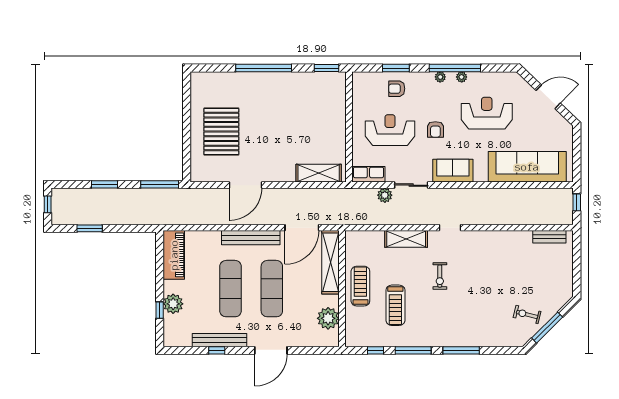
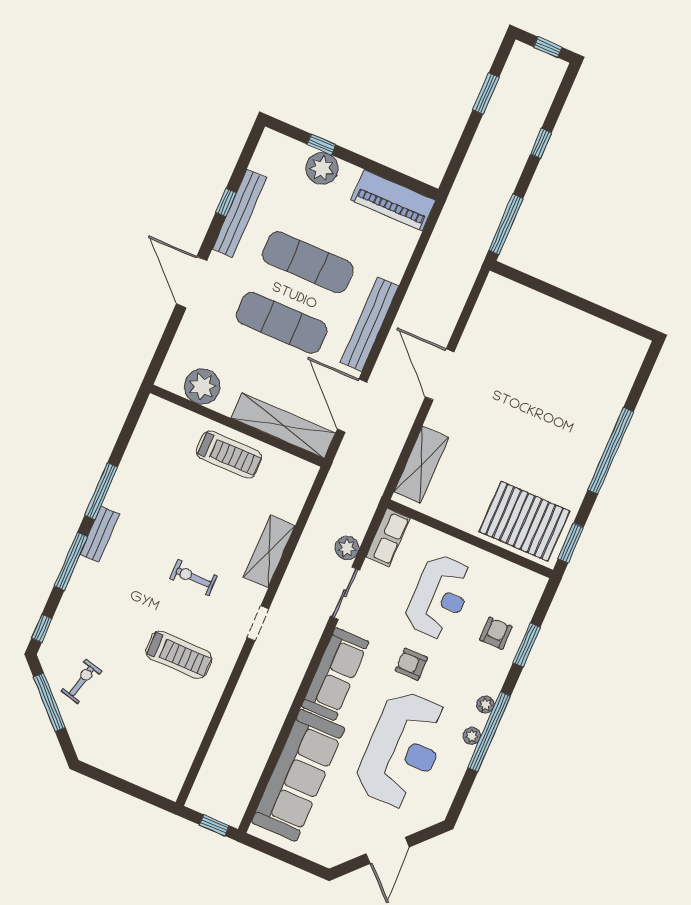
reception desk: (487, 113) -> (403, 750), width x1.36, depth x1.30
pallet: (221, 132) -> (524, 521), moved
sofa: (453, 171) -> (335, 674), width x1.36
window: (104, 184) -> (541, 143), width x0.67
door: (246, 185) -> (440, 375), moved
bench: (549, 237) -> (100, 534), moved
treadmill: (395, 305) -> (179, 655), moved, turned 180
window: (375, 350) -> (42, 628), moved

